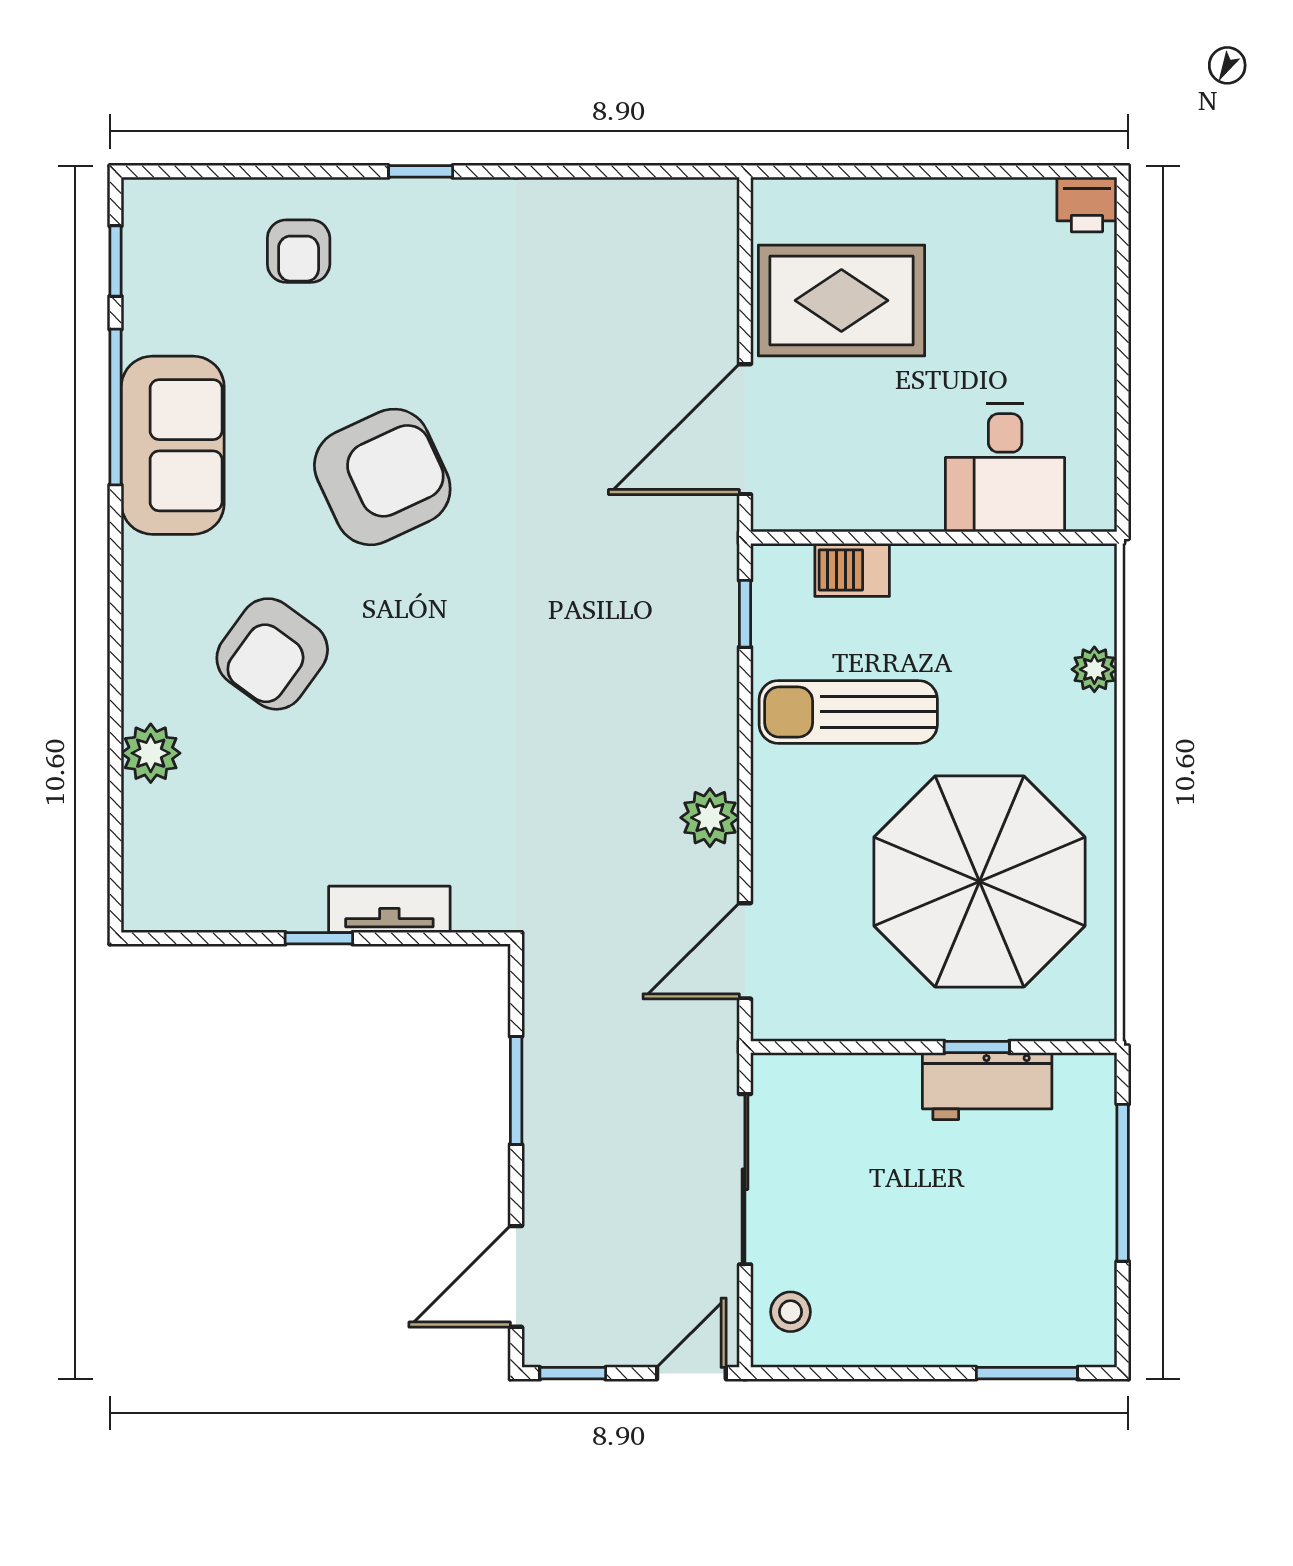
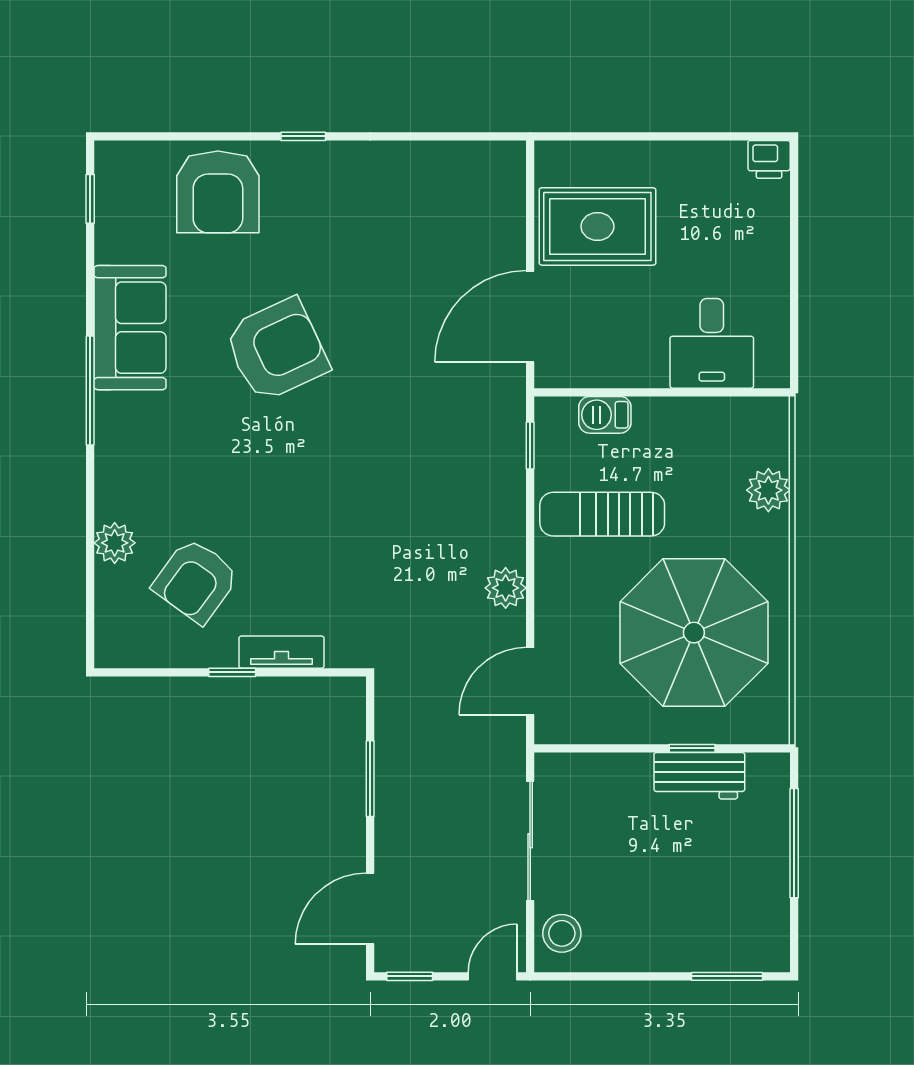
armchair: (299, 251) -> (218, 192), width x1.88, depth x1.88
window: (115, 407) -> (90, 390), moved
armchair: (272, 654) -> (196, 581), moved
plant: (1094, 669) -> (768, 490), width x1.38, depth x1.38
stool: (791, 1312) -> (562, 933), width x1.37, depth x1.37

